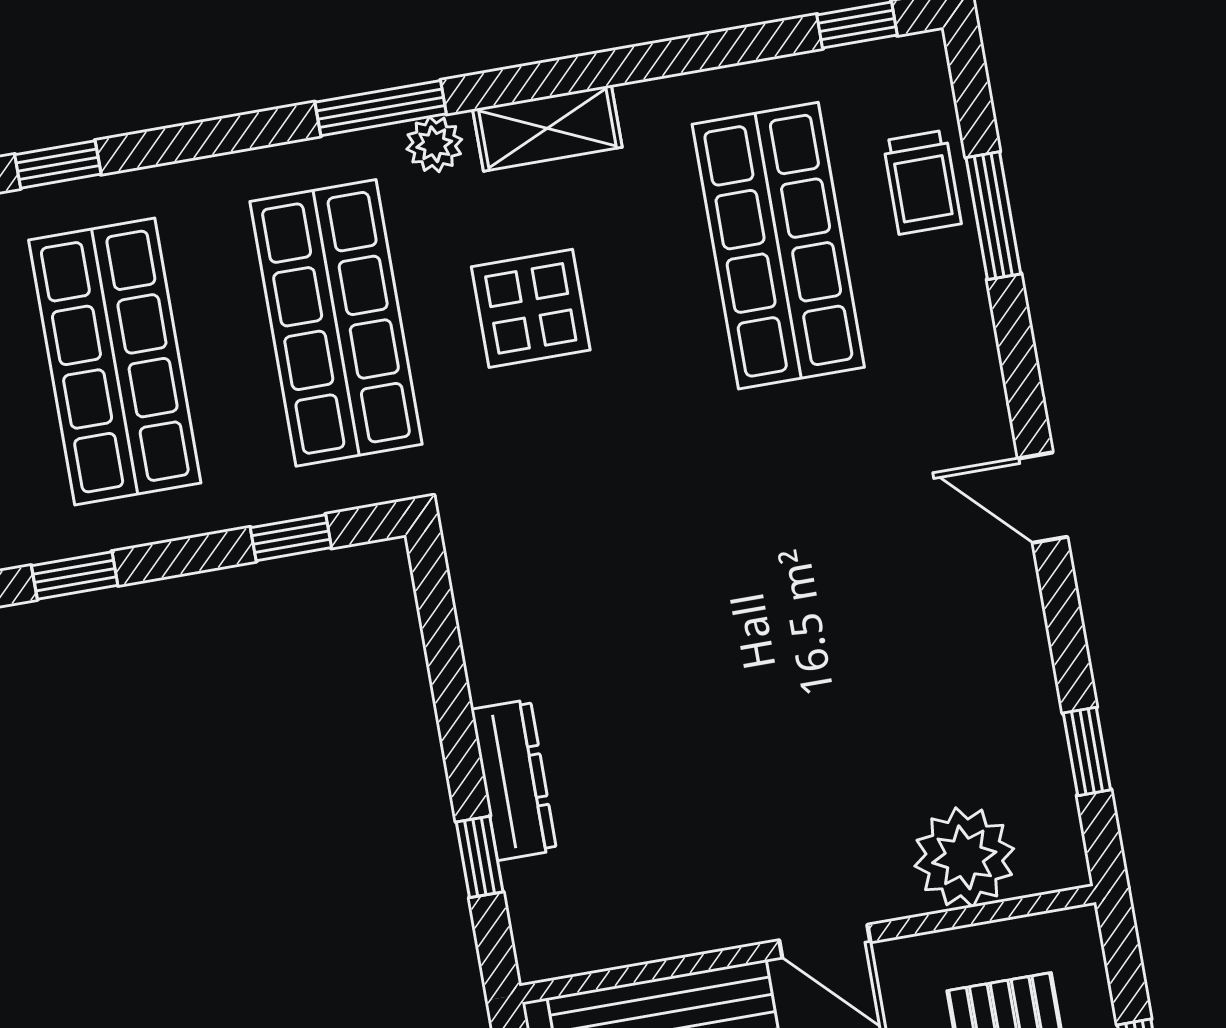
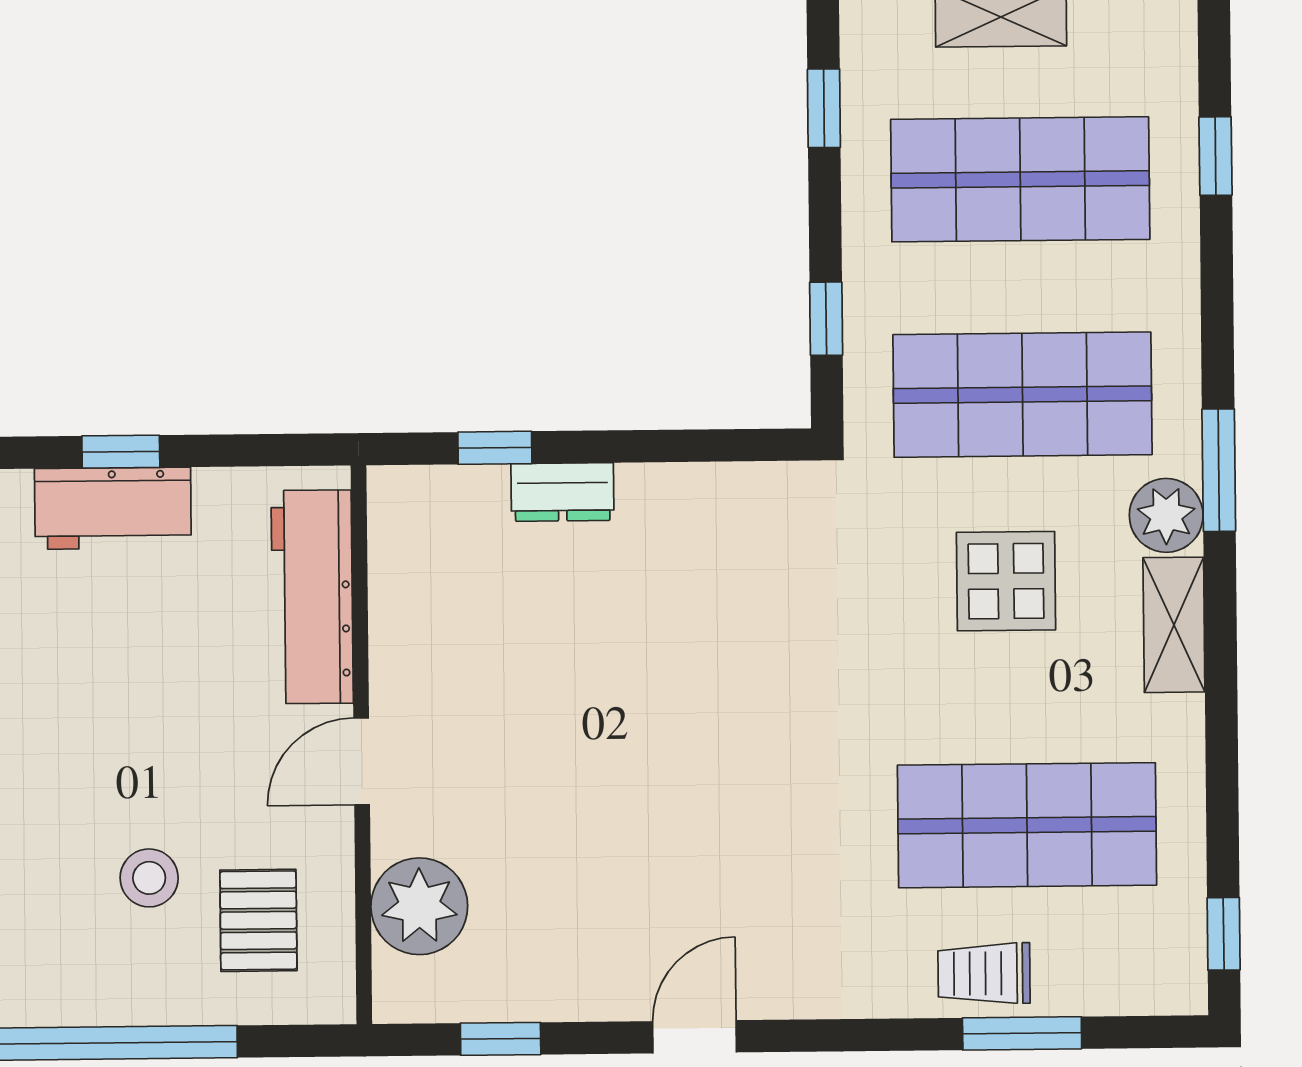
plant: (434, 144) -> (1166, 515), width x1.38, depth x1.38
trolley: (922, 182) -> (984, 973), moved
door: (1043, 498) -> (695, 1037), moved
dresser: (514, 780) -> (562, 492), width x0.70

